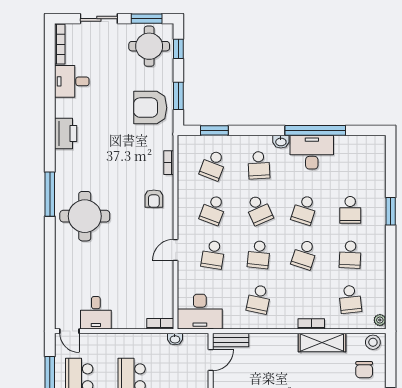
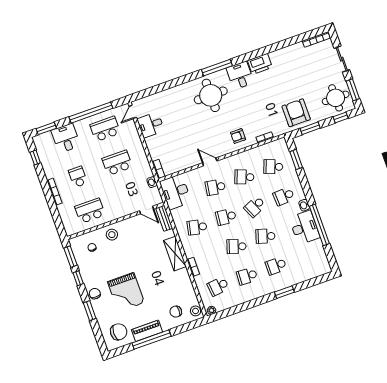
desk: (72, 81) -> (240, 75), moved
shelving: (322, 342) -> (175, 254), moved

